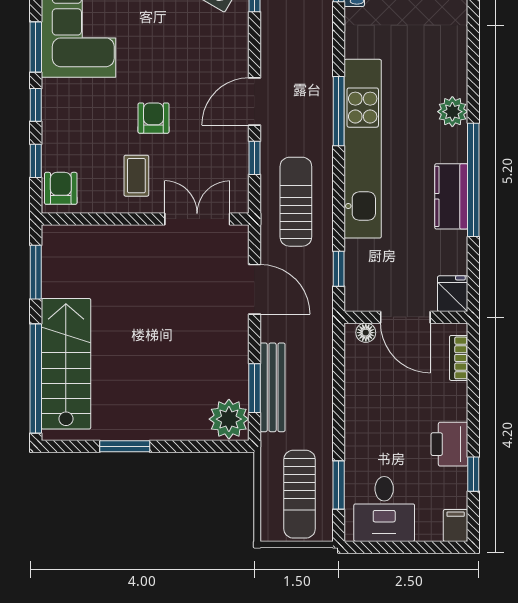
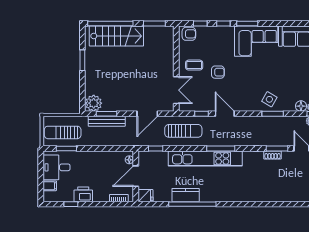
plant: (452, 112) -> (221, 196), removed
filing cabinet: (456, 525) -> (50, 186), moved

